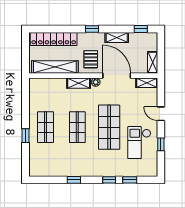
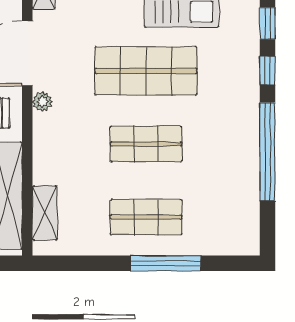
shelving: (79, 83) -> (45, 213), moved
window: (25, 136) -> (166, 263), width x2.17
window: (74, 180) -> (267, 152), width x3.17

